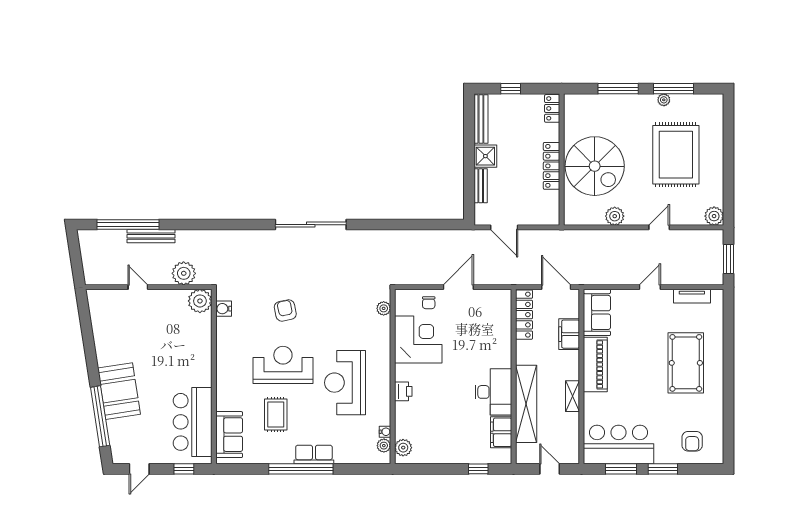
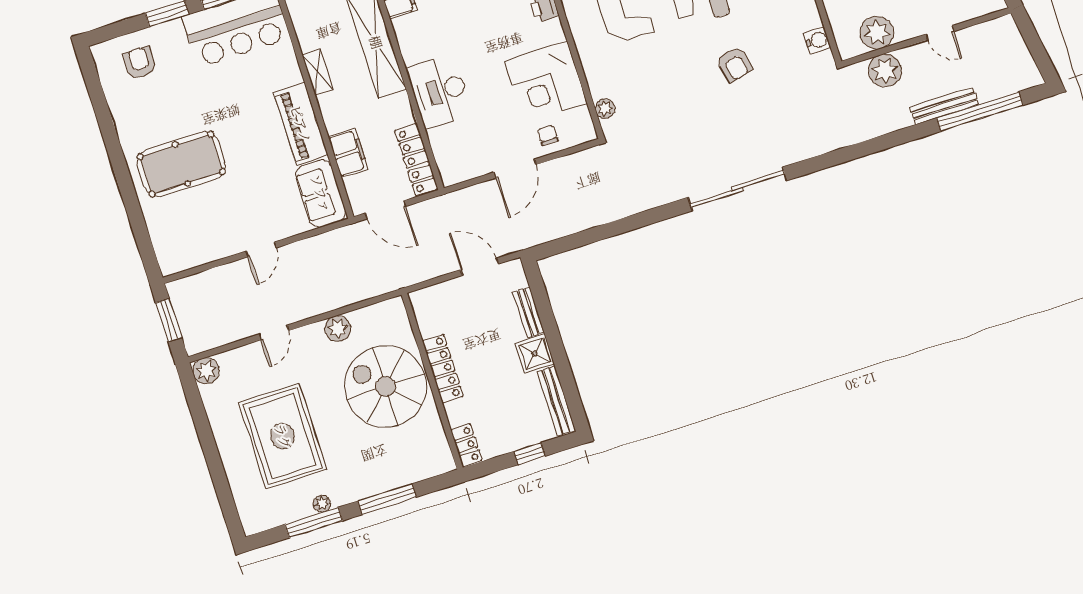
tv unit: (692, 296) -> (201, 255), removed
plant: (200, 301) -> (877, 33), moved
pool table: (686, 363) -> (181, 164), turned 90
desk: (493, 392) -> (439, 91), moved

